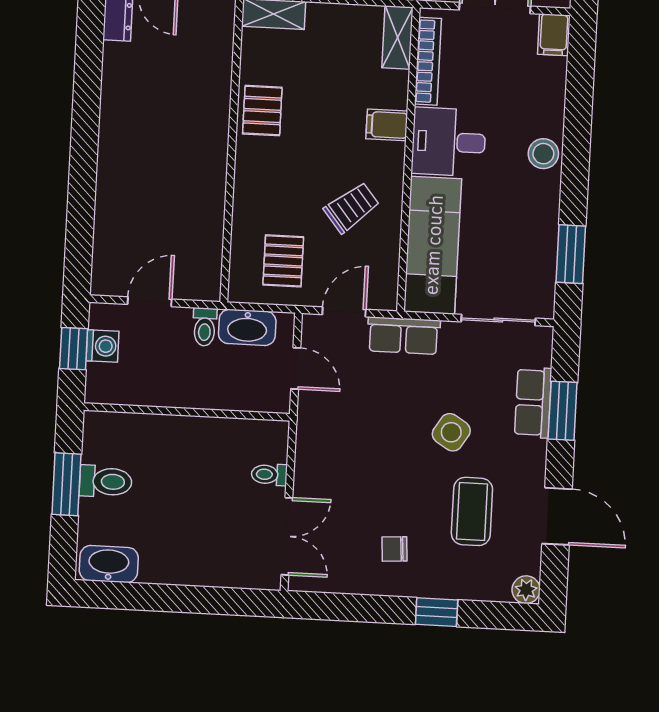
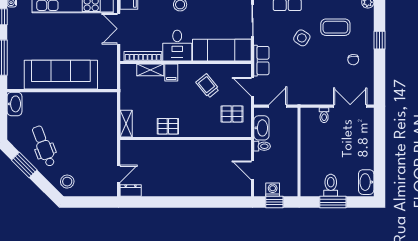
shelving: (397, 37) -> (150, 70), moved

